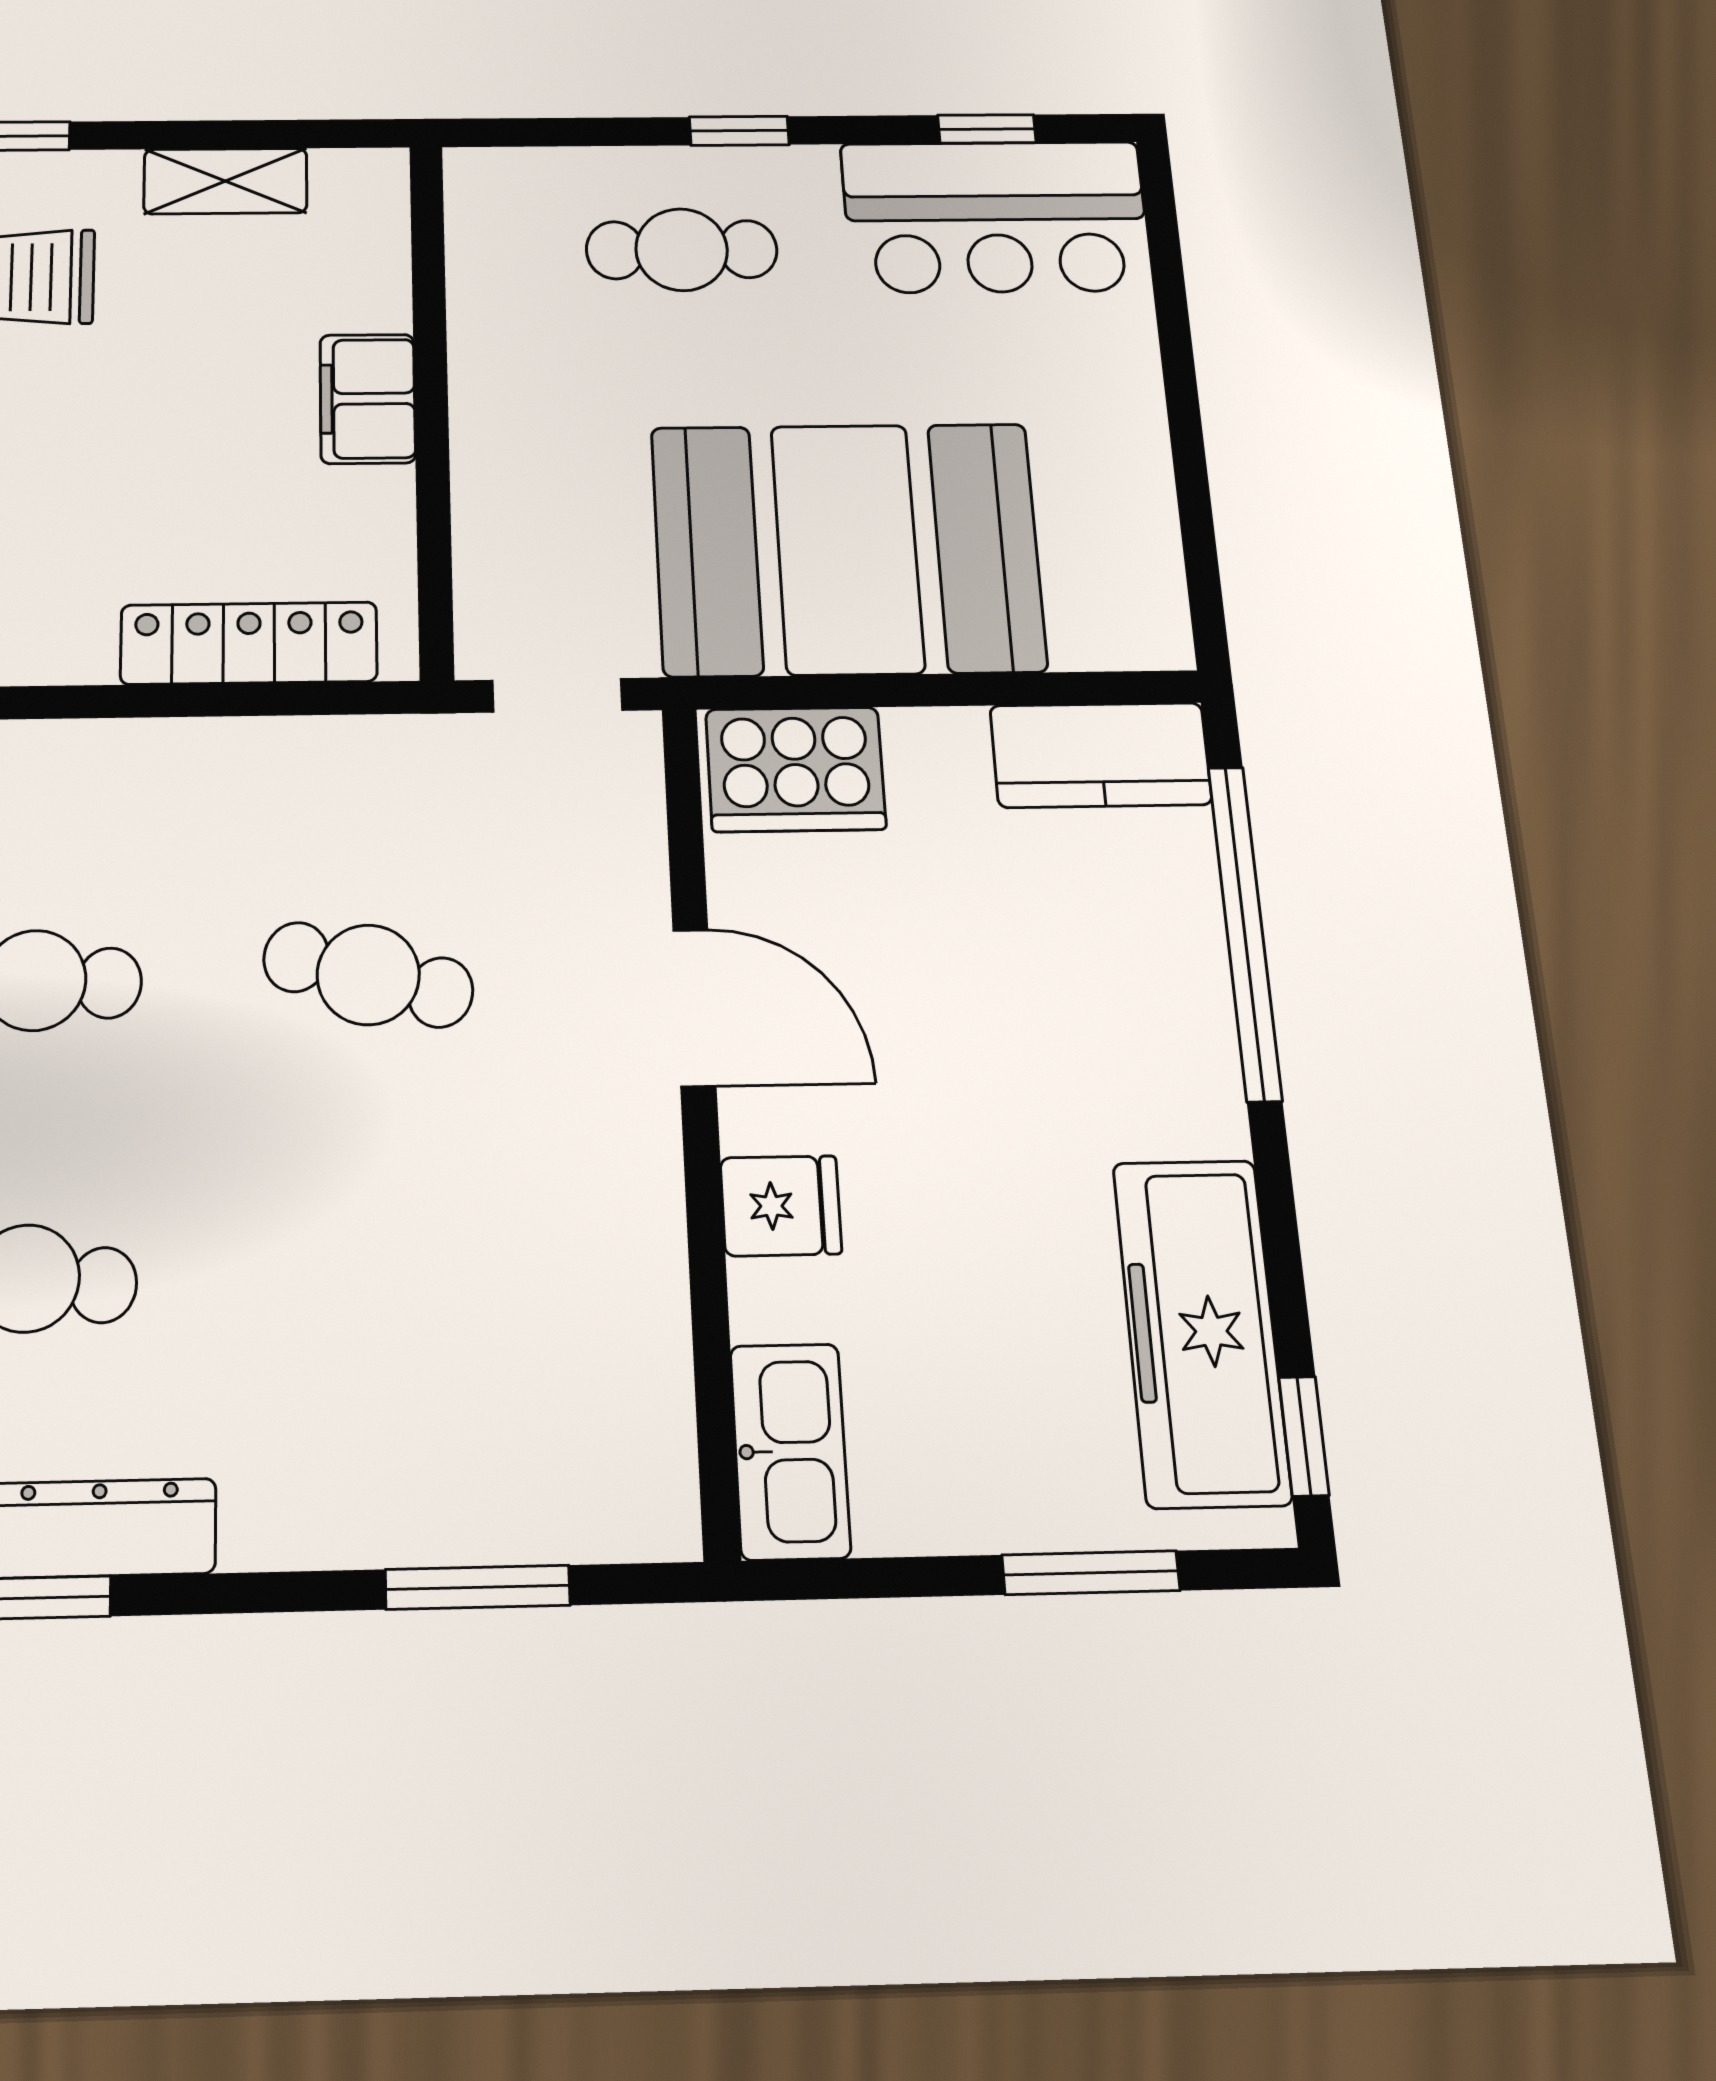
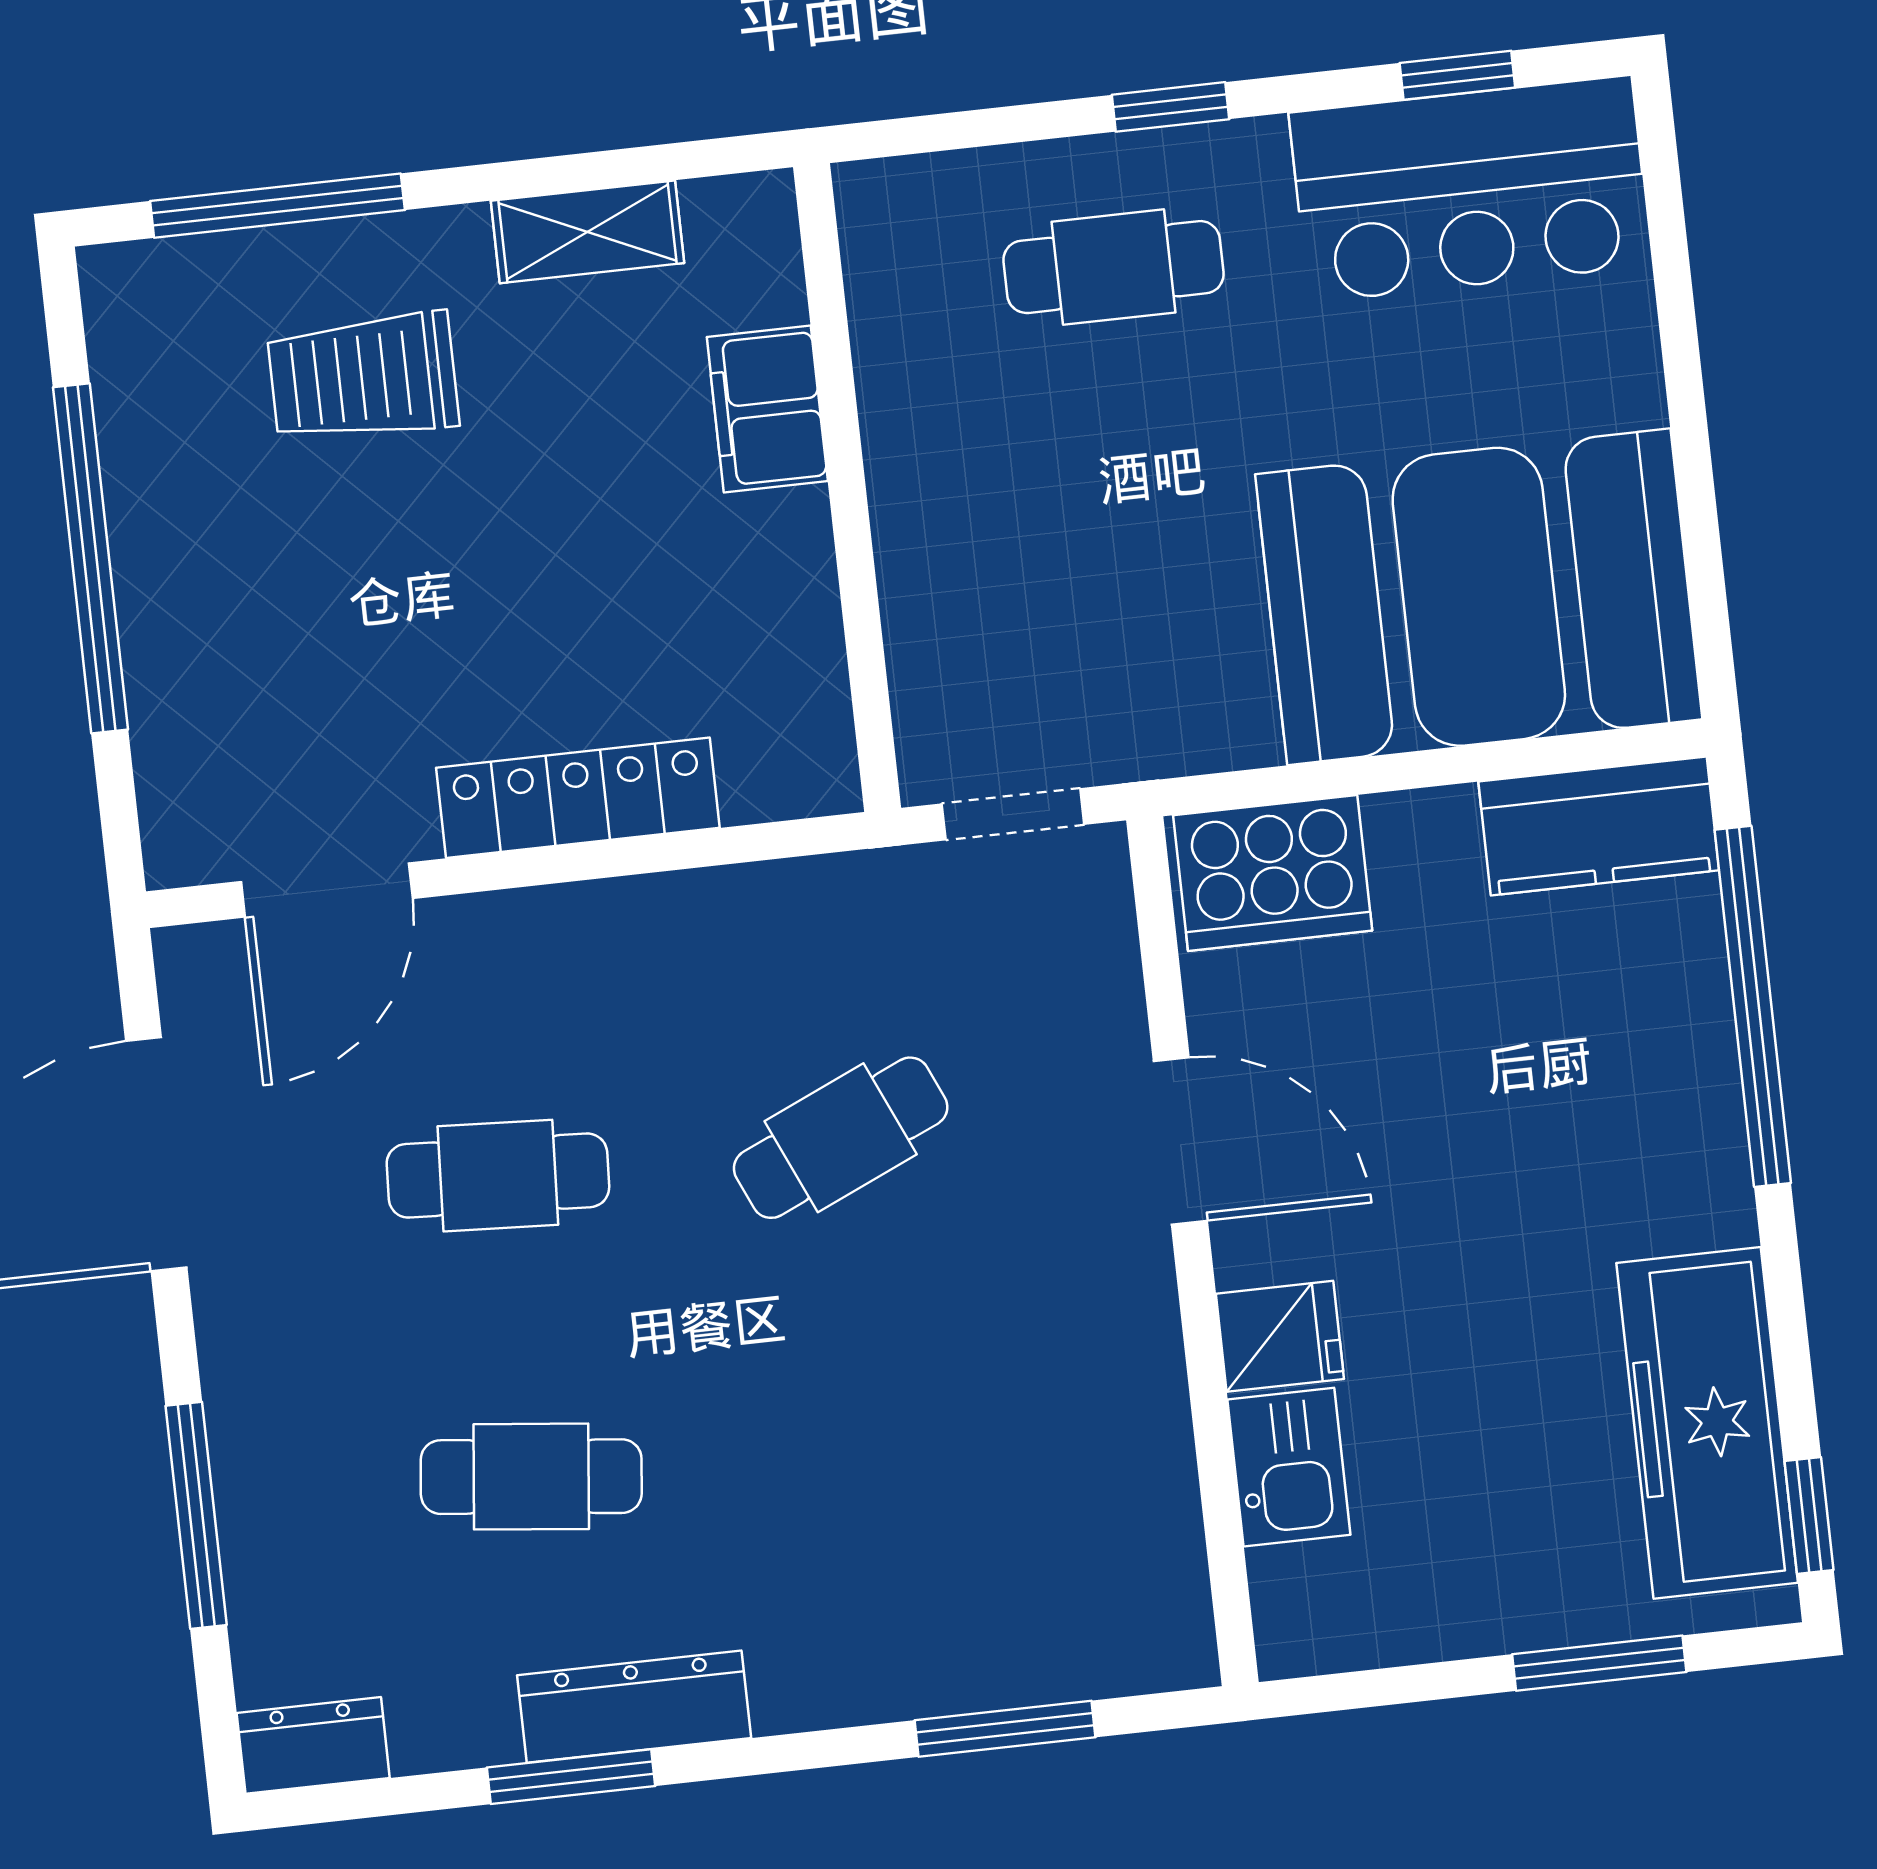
filing cabinet: (368, 399) -> (767, 409), moved
booth: (847, 549) -> (1479, 597), moved
locker: (249, 643) -> (578, 798), moved
cafe table: (368, 975) -> (841, 1138), turned -39
kitchen sink: (790, 1451) -> (1289, 1467), moved, width x0.73

